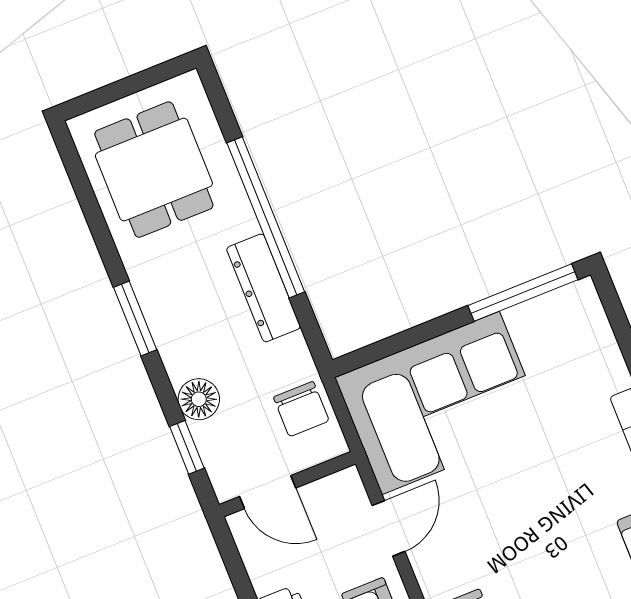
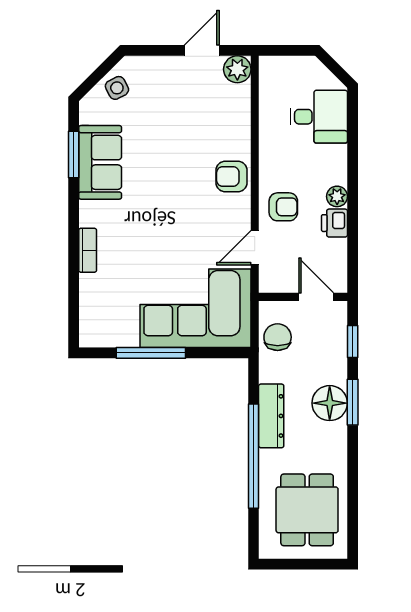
window: (523, 293) -> (151, 353), moved
window: (135, 318) -> (353, 402), moved
floor lamp: (199, 399) -> (330, 403), moved, width x1.38, depth x1.38

